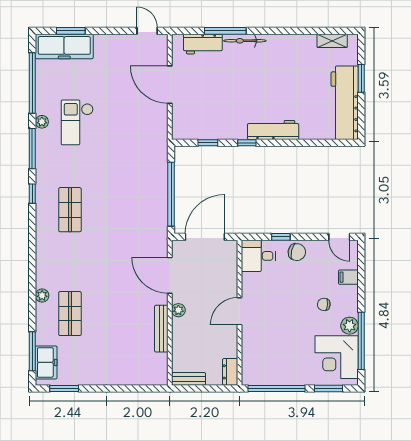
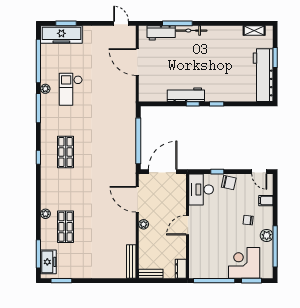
workbench: (273, 130) -> (186, 95), moved
window: (208, 143) -> (217, 104), moved
window: (32, 194) -> (38, 157), moved
desk: (258, 256) -> (201, 189), width x1.37
bench: (161, 329) -> (131, 261), moved
corner desk: (337, 357) -> (244, 263), moved, turned 90

